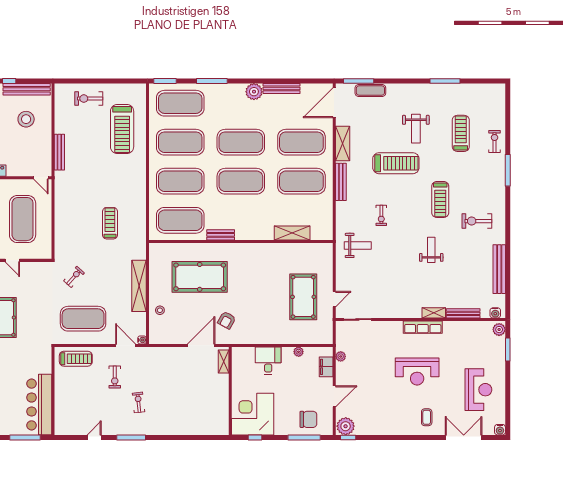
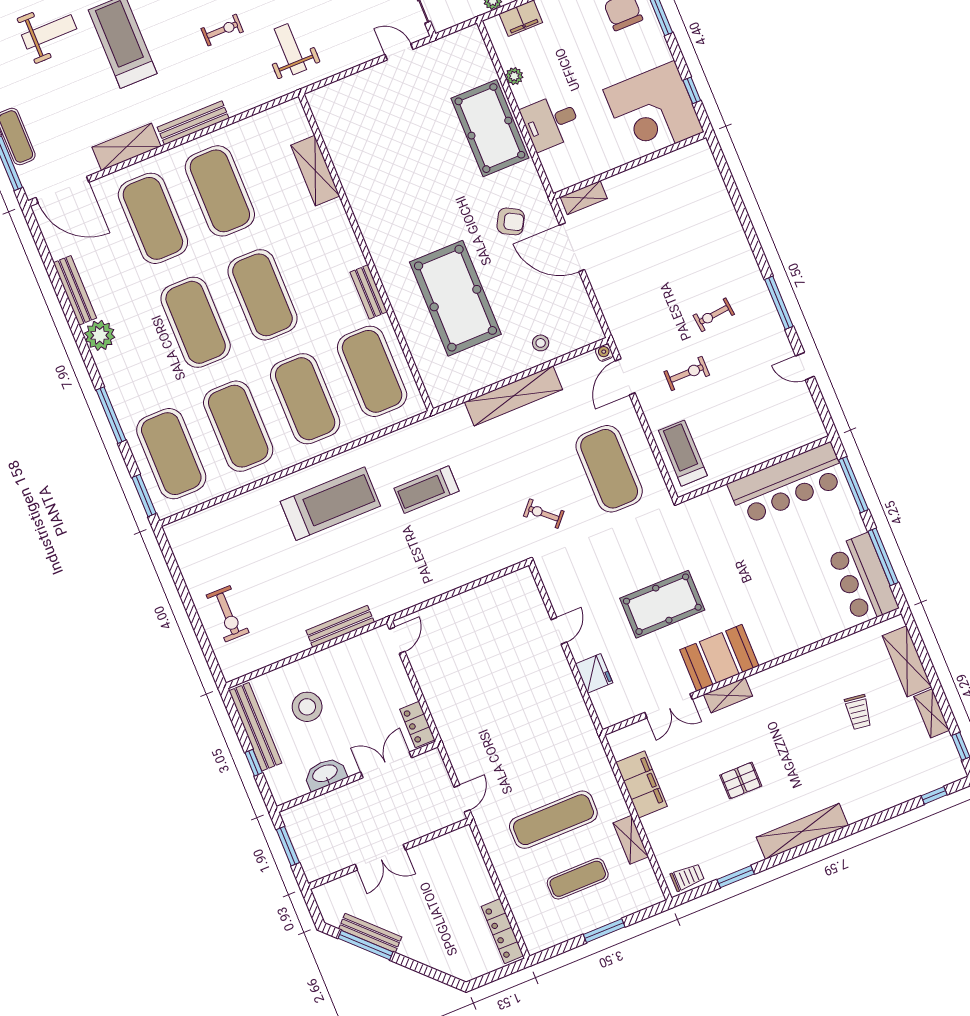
treadmill: (122, 129) -> (330, 504), moved
exercise mat: (23, 219) -> (481, 643), removed
pool table: (303, 297) -> (490, 128), moved, turned 90

